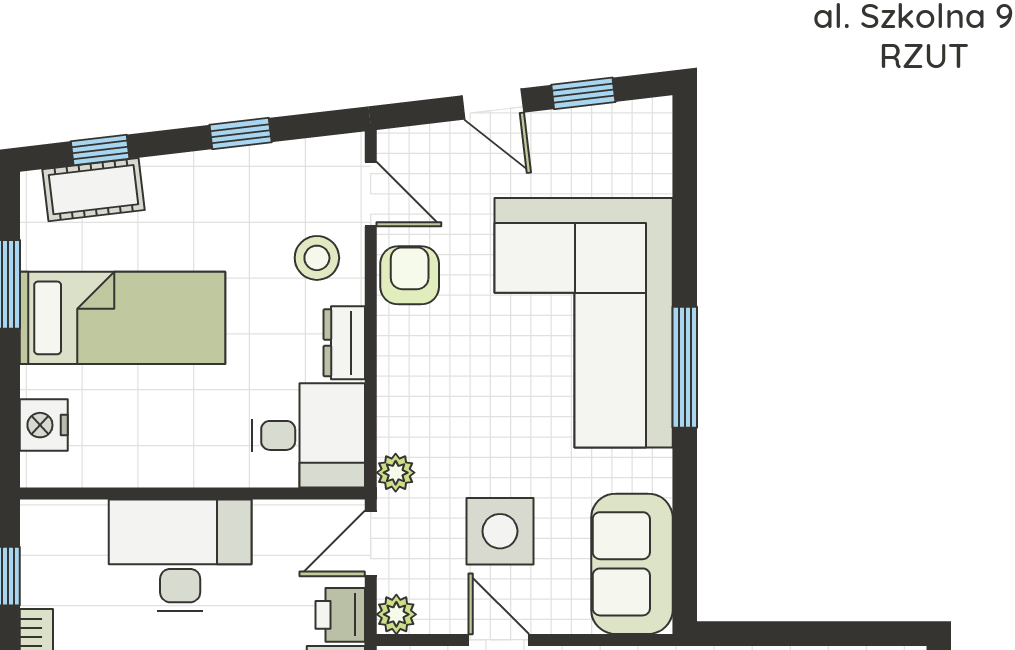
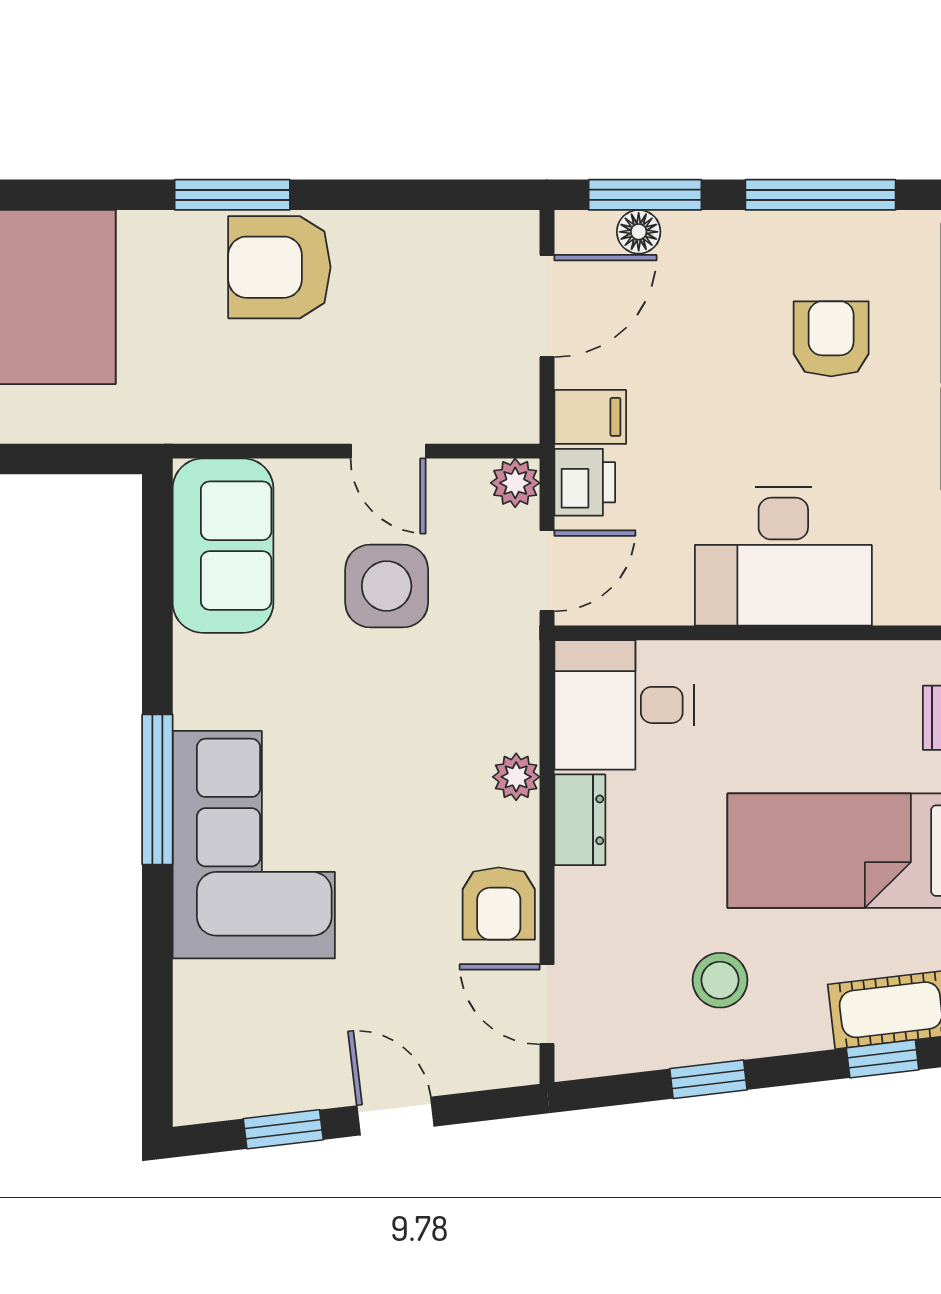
stool: (317, 258) -> (720, 980), moved
corner sofa: (584, 323) -> (254, 845), width x0.73, depth x0.74
plant: (396, 473) -> (516, 777), moved

